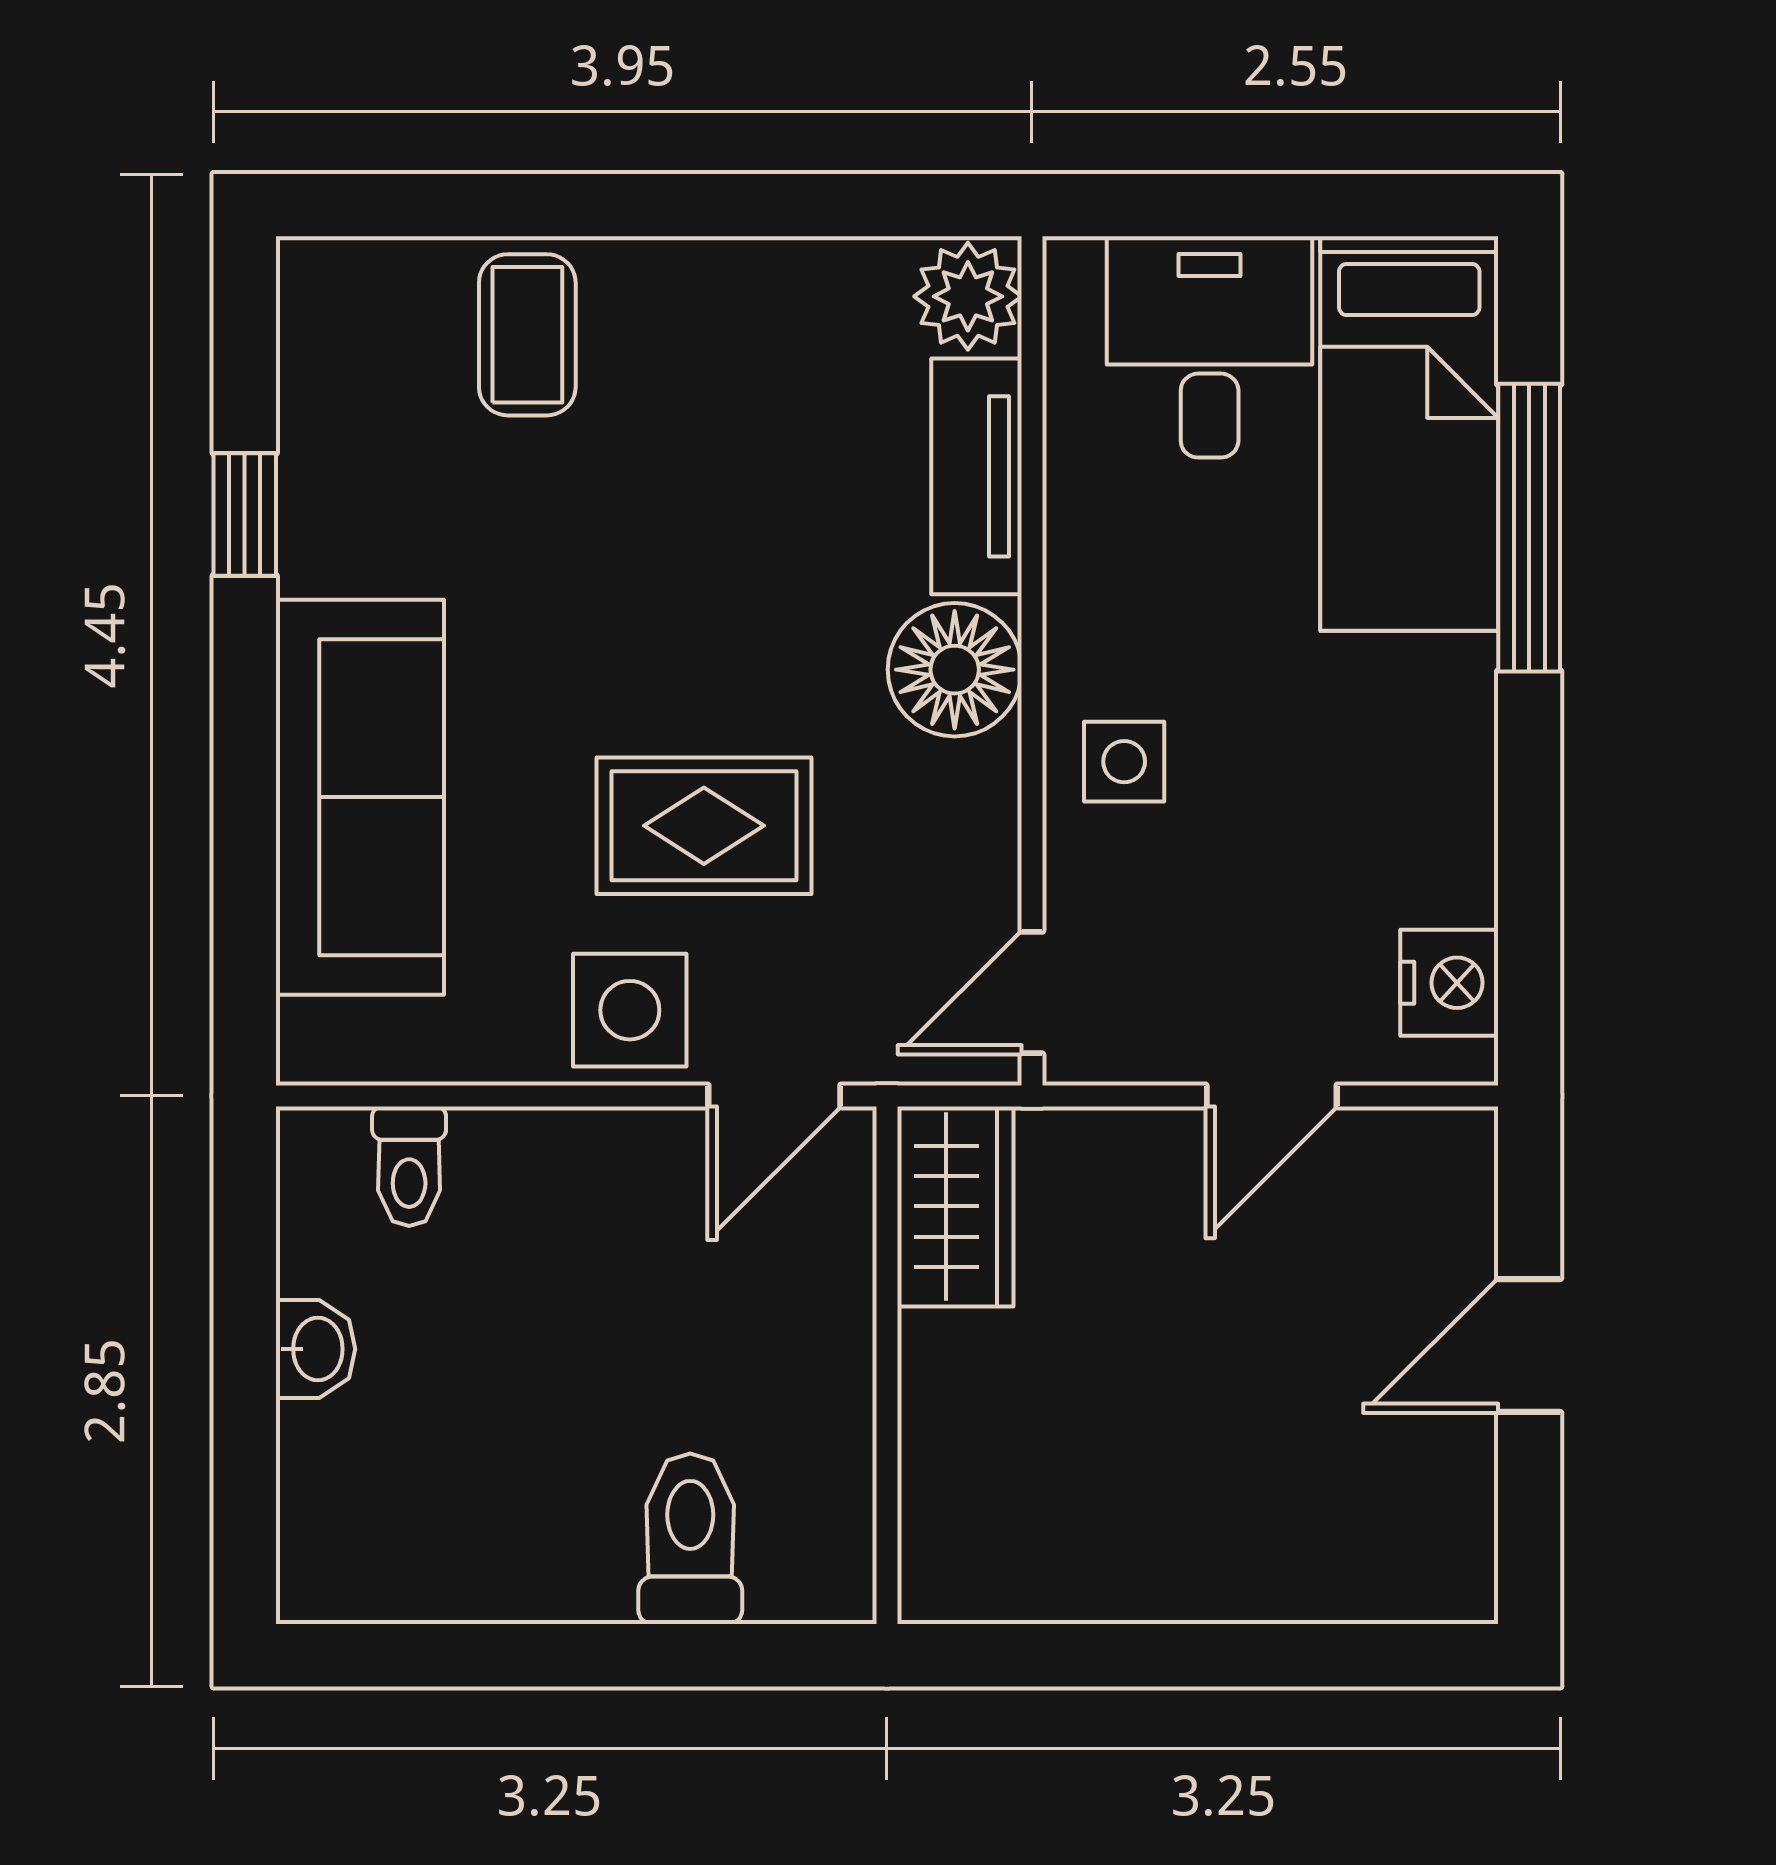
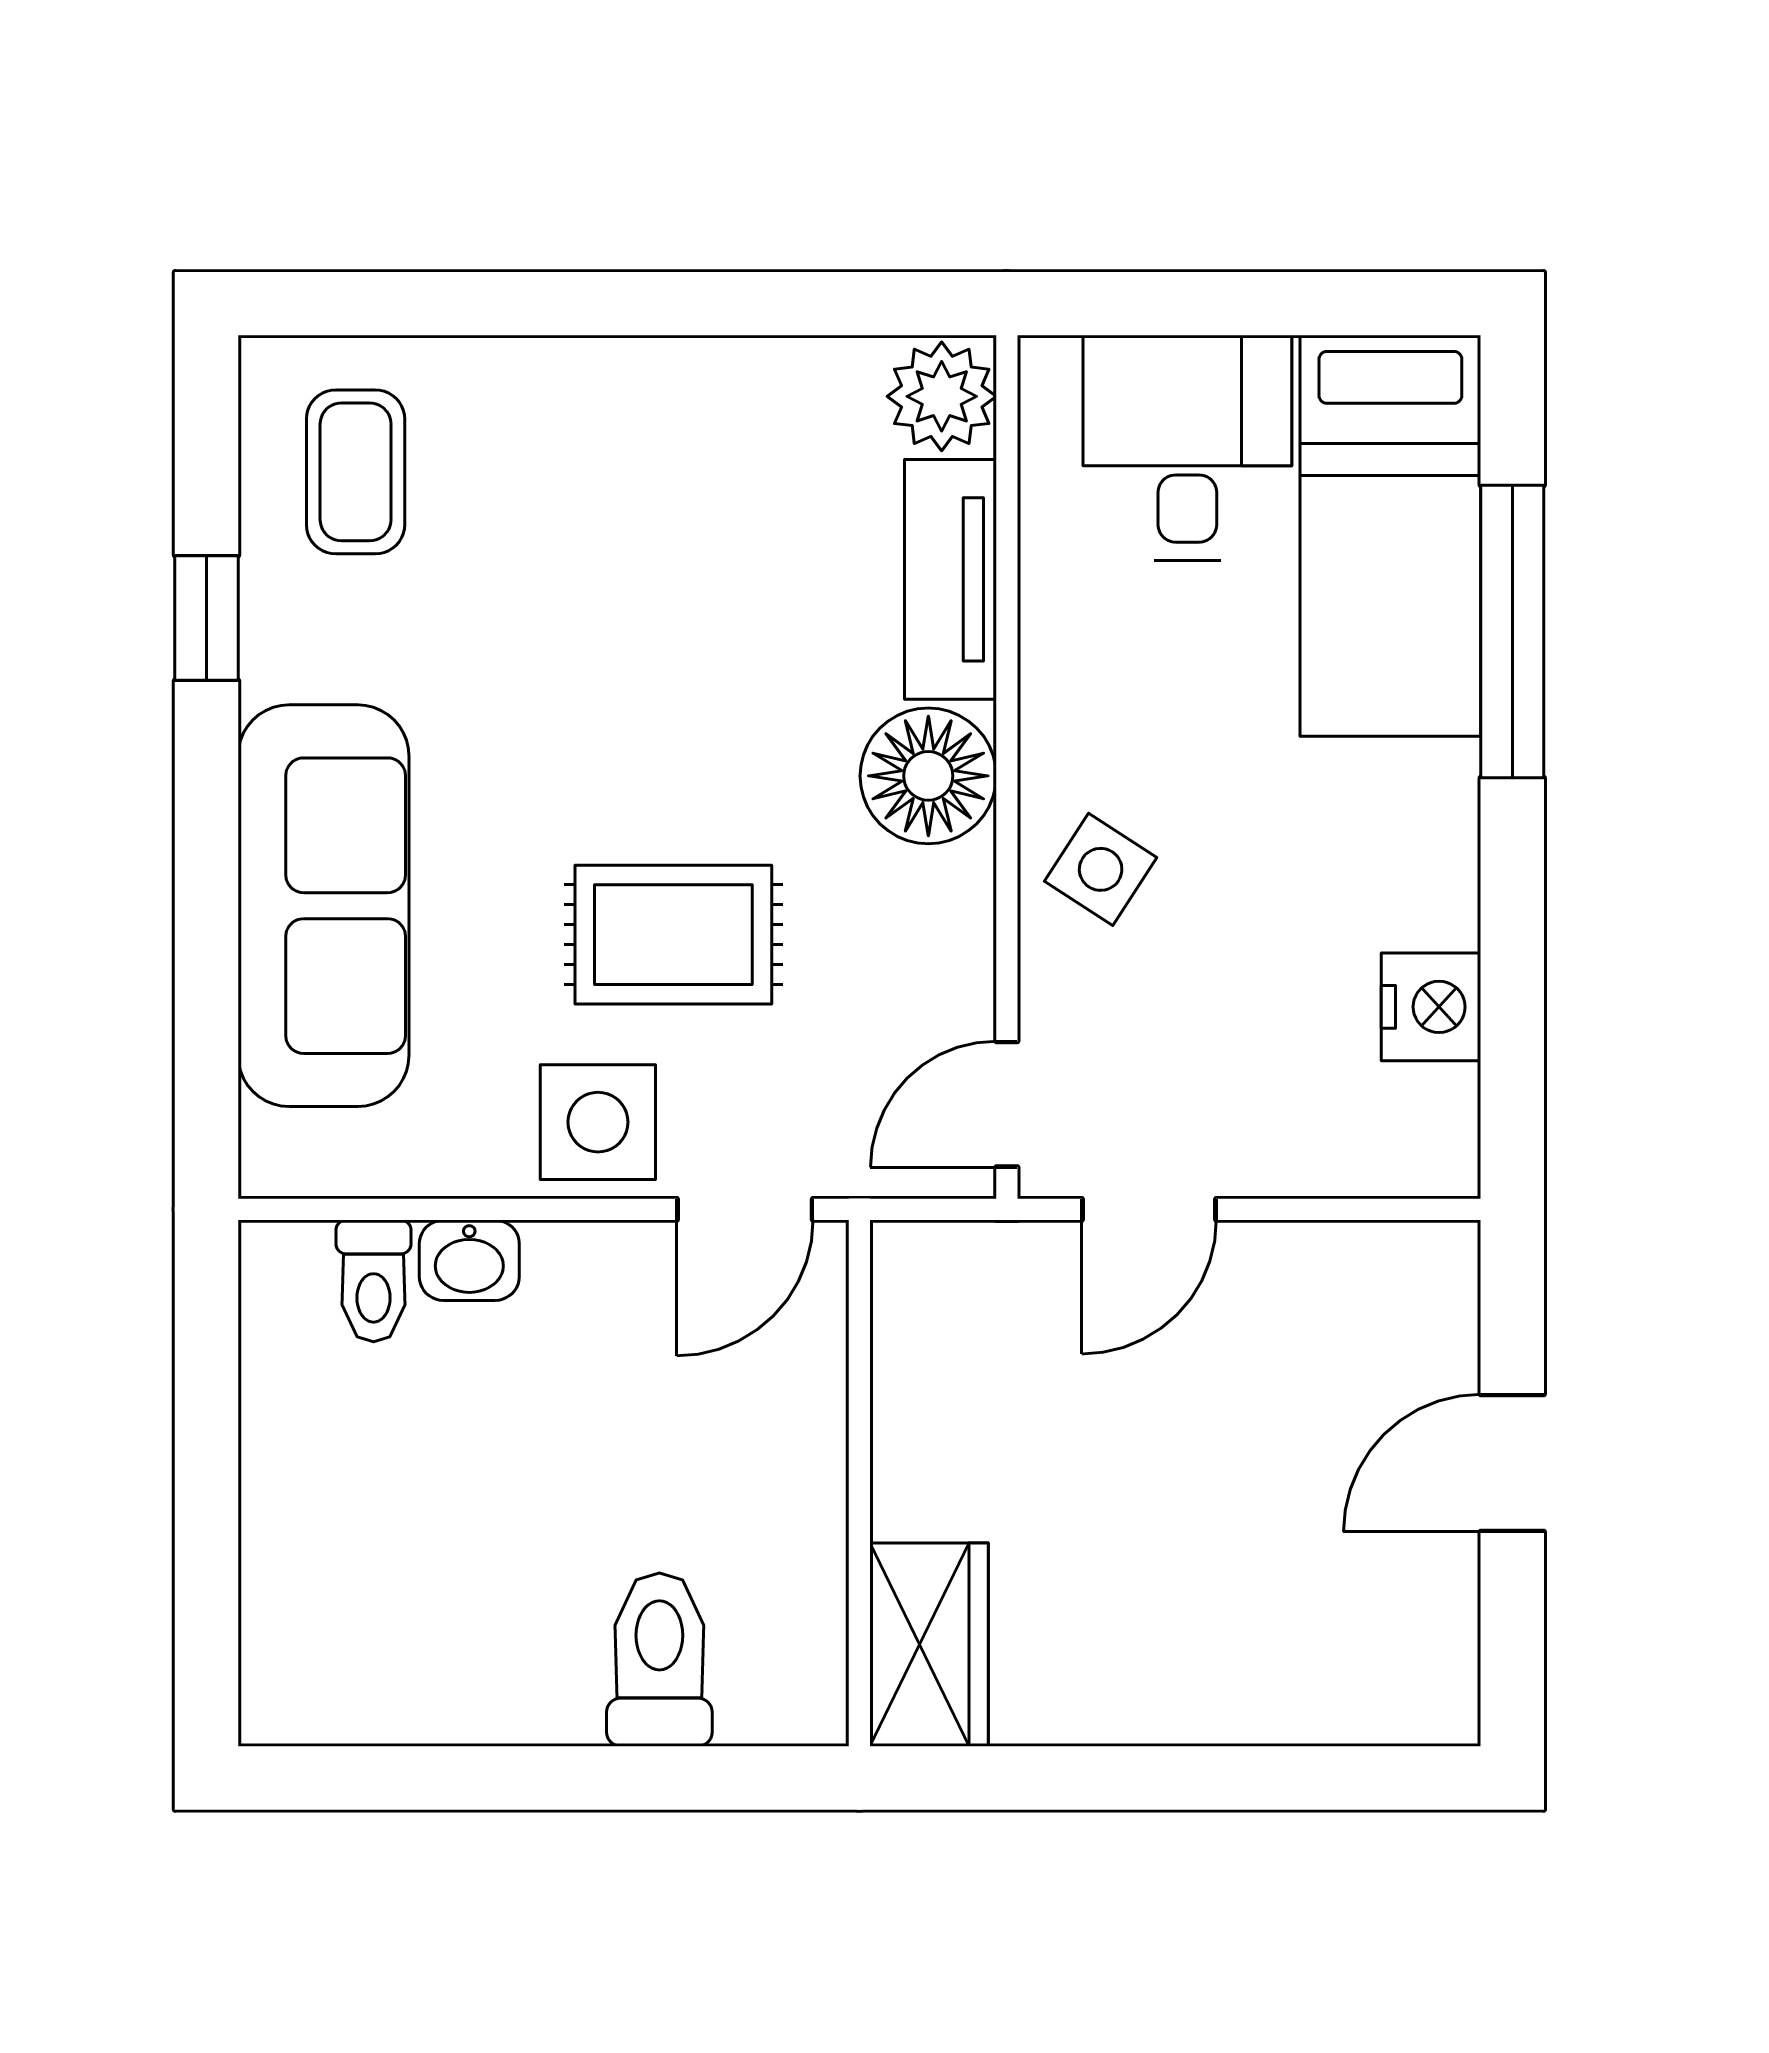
coffee table: (527, 335) -> (356, 472), moved
side table: (1124, 762) -> (1101, 869), turned 33
nightstand: (1449, 983) -> (1431, 1007), moved
door: (1272, 1096) -> (1149, 1209), moved
wardrobe: (955, 1206) -> (929, 1645), moved
washbasin: (315, 1349) -> (469, 1260), moved, turned 90

